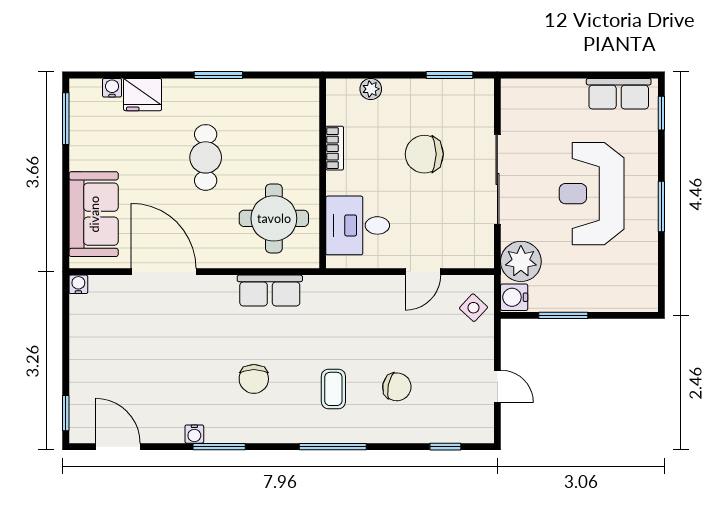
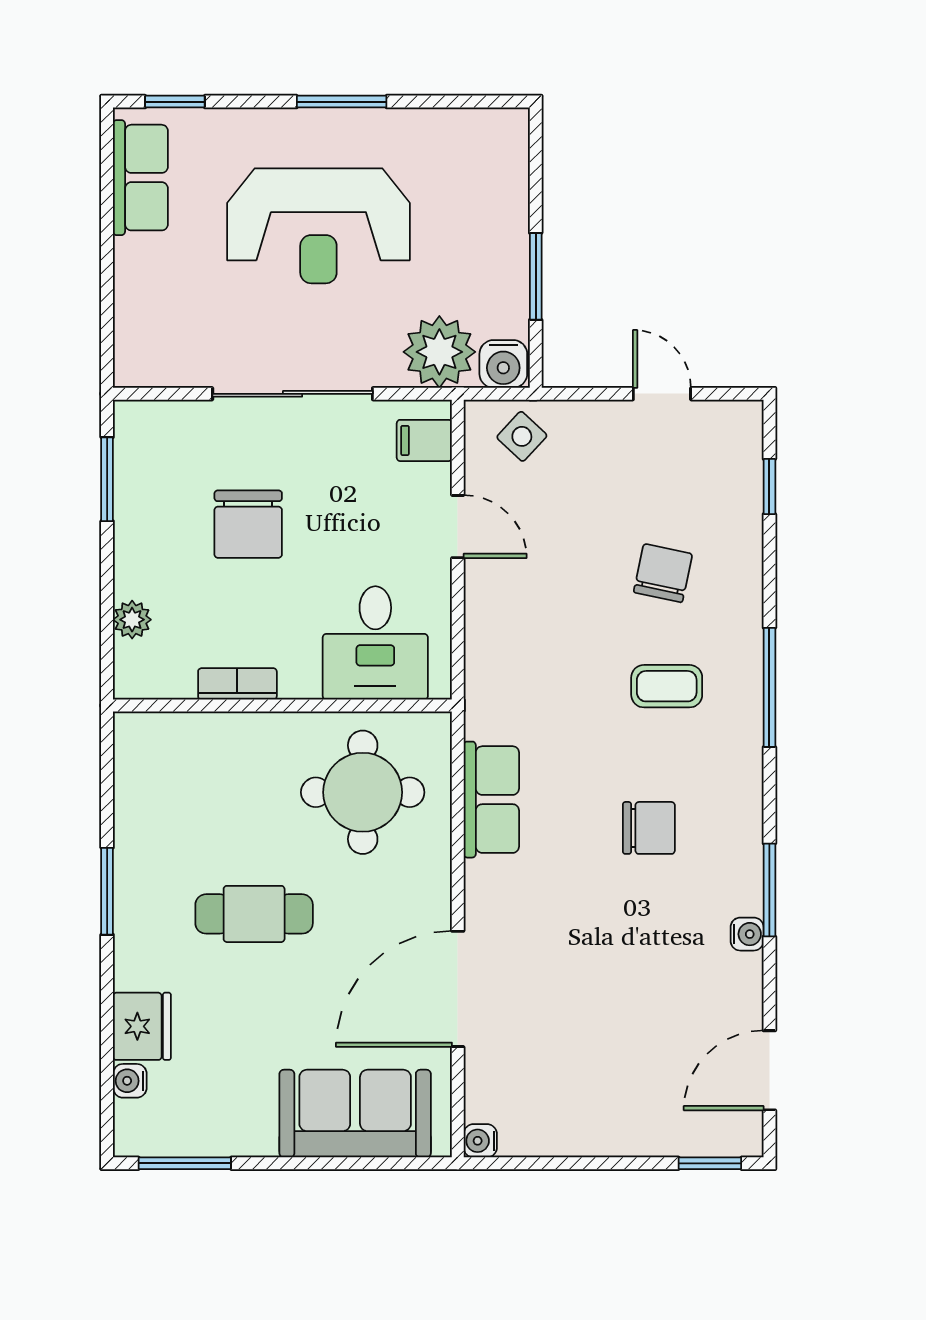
filing cabinet: (471, 253) -> (424, 440), added
door: (497, 386) -> (662, 394), hinge flipped

